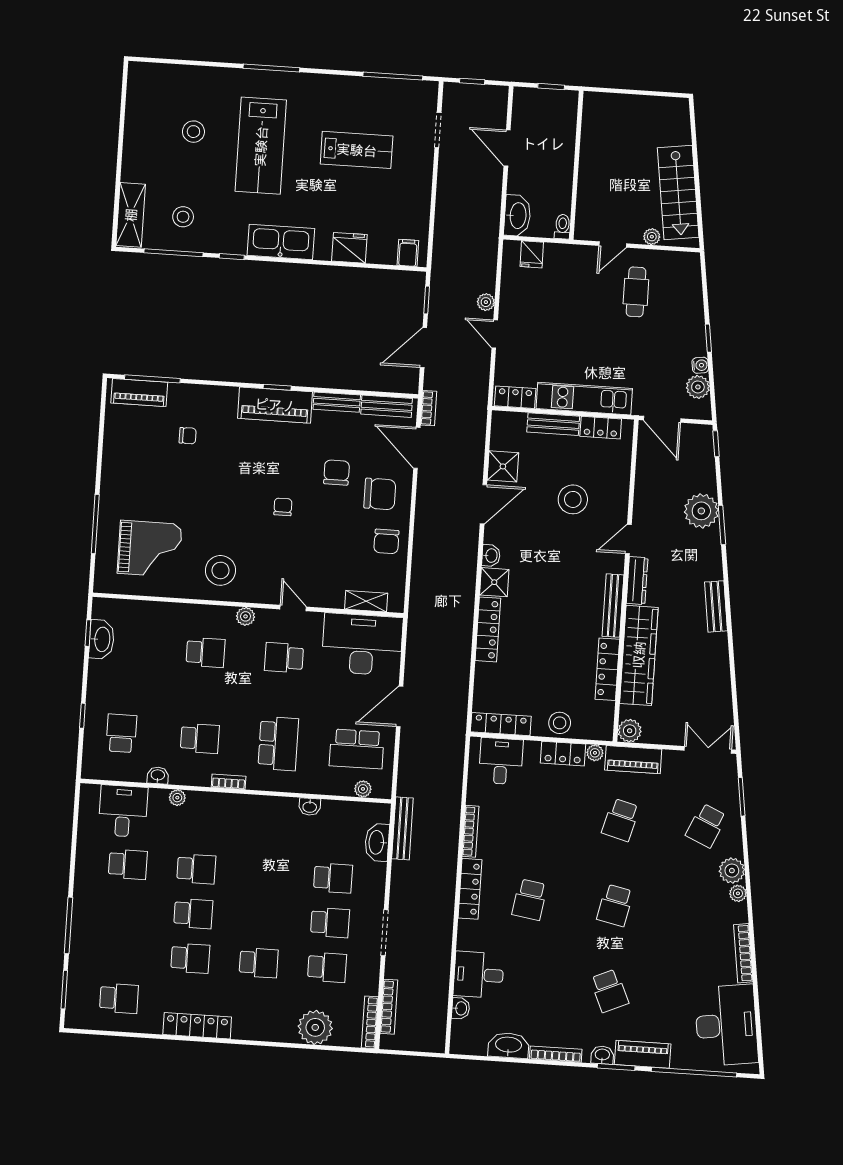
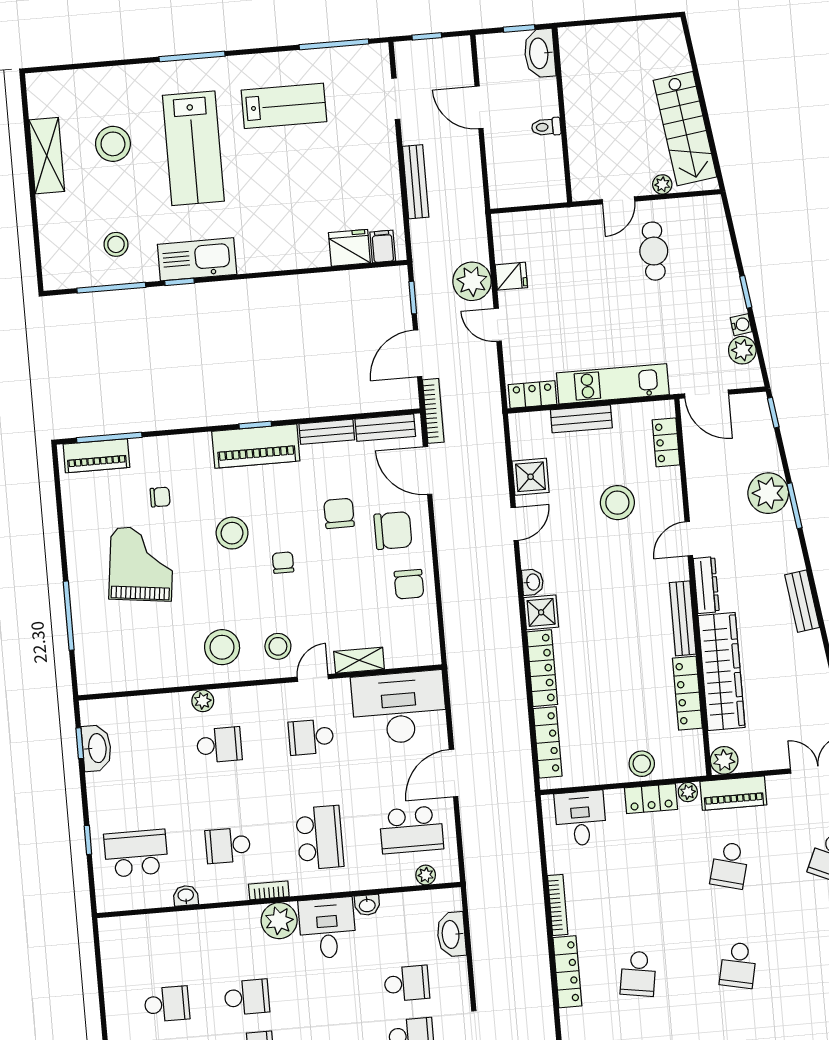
stool: (193, 132) -> (113, 144), width x1.38, depth x1.38
lab bench: (357, 150) -> (284, 106), moved
shelving: (131, 215) -> (47, 156), moved
washbasin: (517, 216) -> (540, 53), moved, turned 180
toilet: (562, 227) -> (546, 127), moved, turned -90
kitchen sink: (281, 242) -> (197, 259), moved
fridge: (349, 248) -> (349, 248), moved
fridge: (532, 254) -> (511, 276), moved, turned -90
plant: (486, 302) -> (472, 281), width x1.88, depth x1.88
bookcase: (429, 408) -> (433, 411), width x1.56
locker: (601, 428) -> (666, 442), moved, turned 90
stool: (244, 475) -> (232, 533), added
door: (483, 504) -> (515, 524), width x0.73
grand piano: (150, 549) -> (141, 564), moved, turned -83
stool: (268, 577) -> (278, 646), added
shelving: (366, 601) -> (359, 660), moved
door: (293, 608) -> (313, 678), hinge flipped
plant: (245, 616) -> (203, 701), moved
locker: (501, 724) -> (548, 742), moved, turned 90
school desk: (121, 733) -> (136, 853), width x1.85
school desk: (200, 738) -> (228, 845), turned 180
plant: (177, 798) -> (279, 921), moved, width x1.87, depth x1.87
desk: (123, 811) -> (327, 928), moved
bench: (402, 828) -> (416, 182), moved

